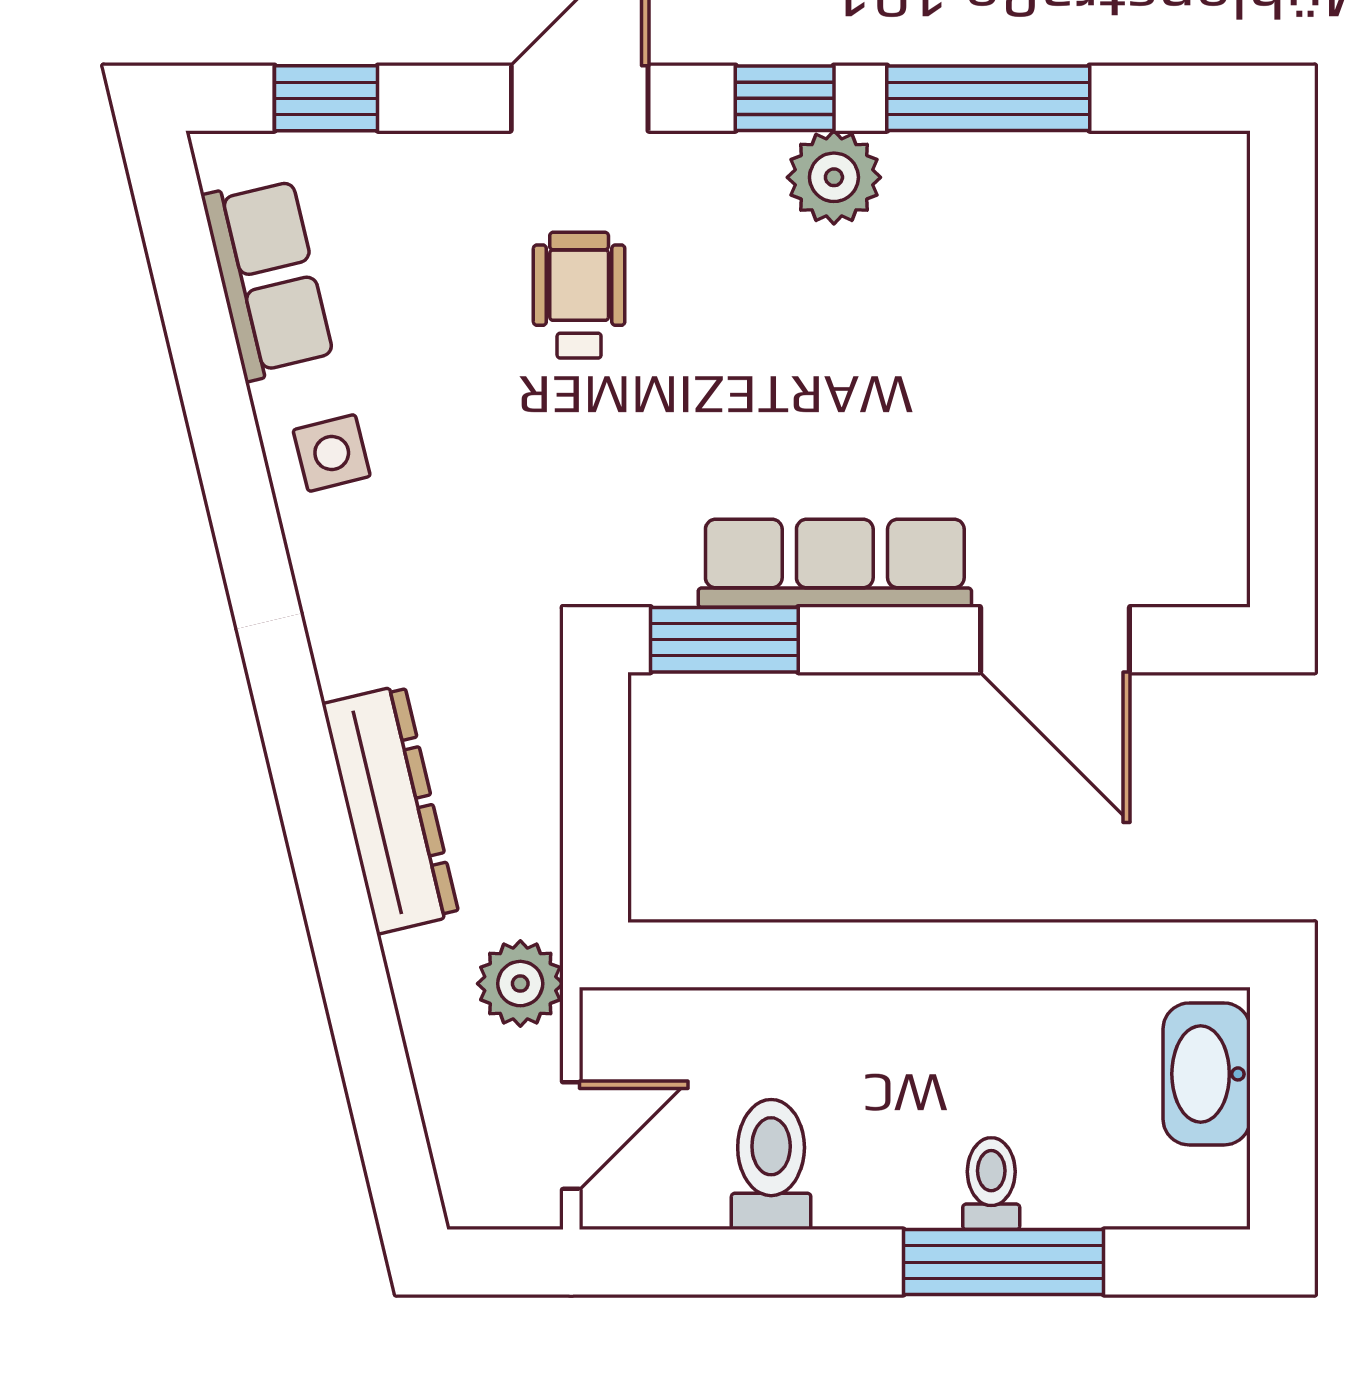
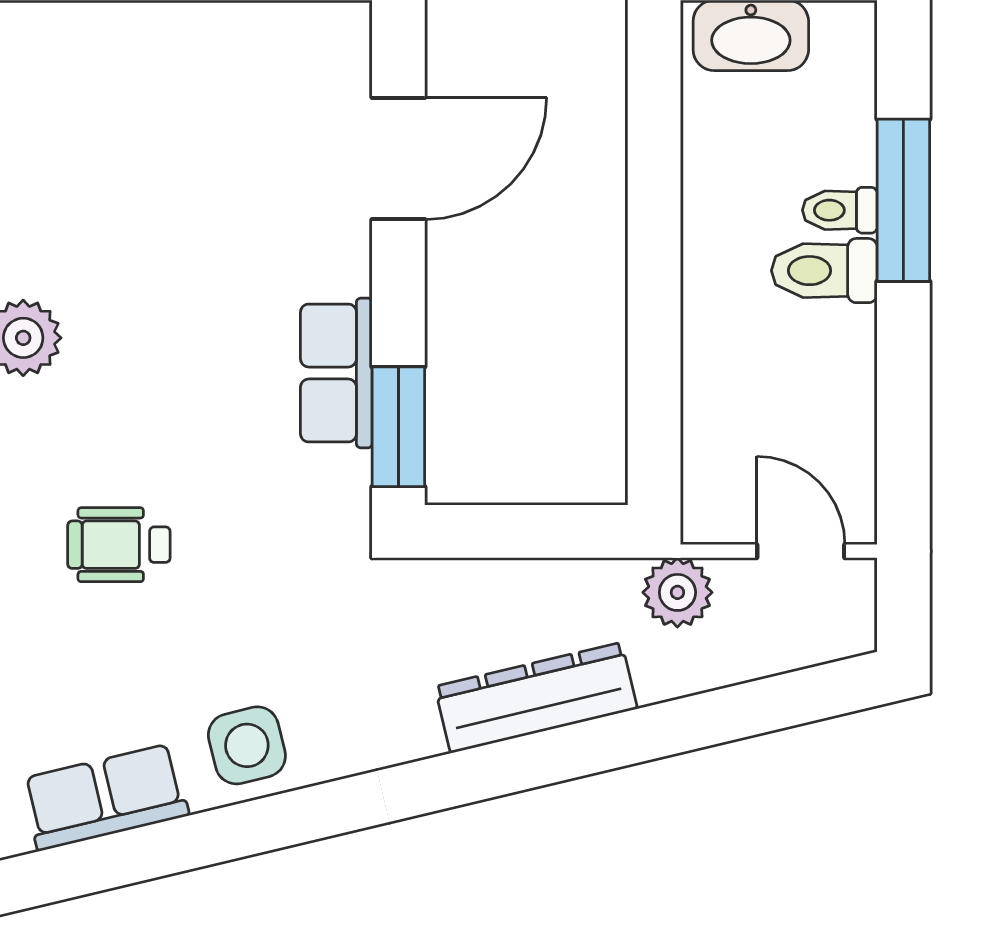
side table: (332, 453) -> (247, 745), width x1.37, depth x1.37
row of seats: (835, 563) -> (336, 373), width x0.68
toilet: (771, 1165) -> (824, 271), moved

